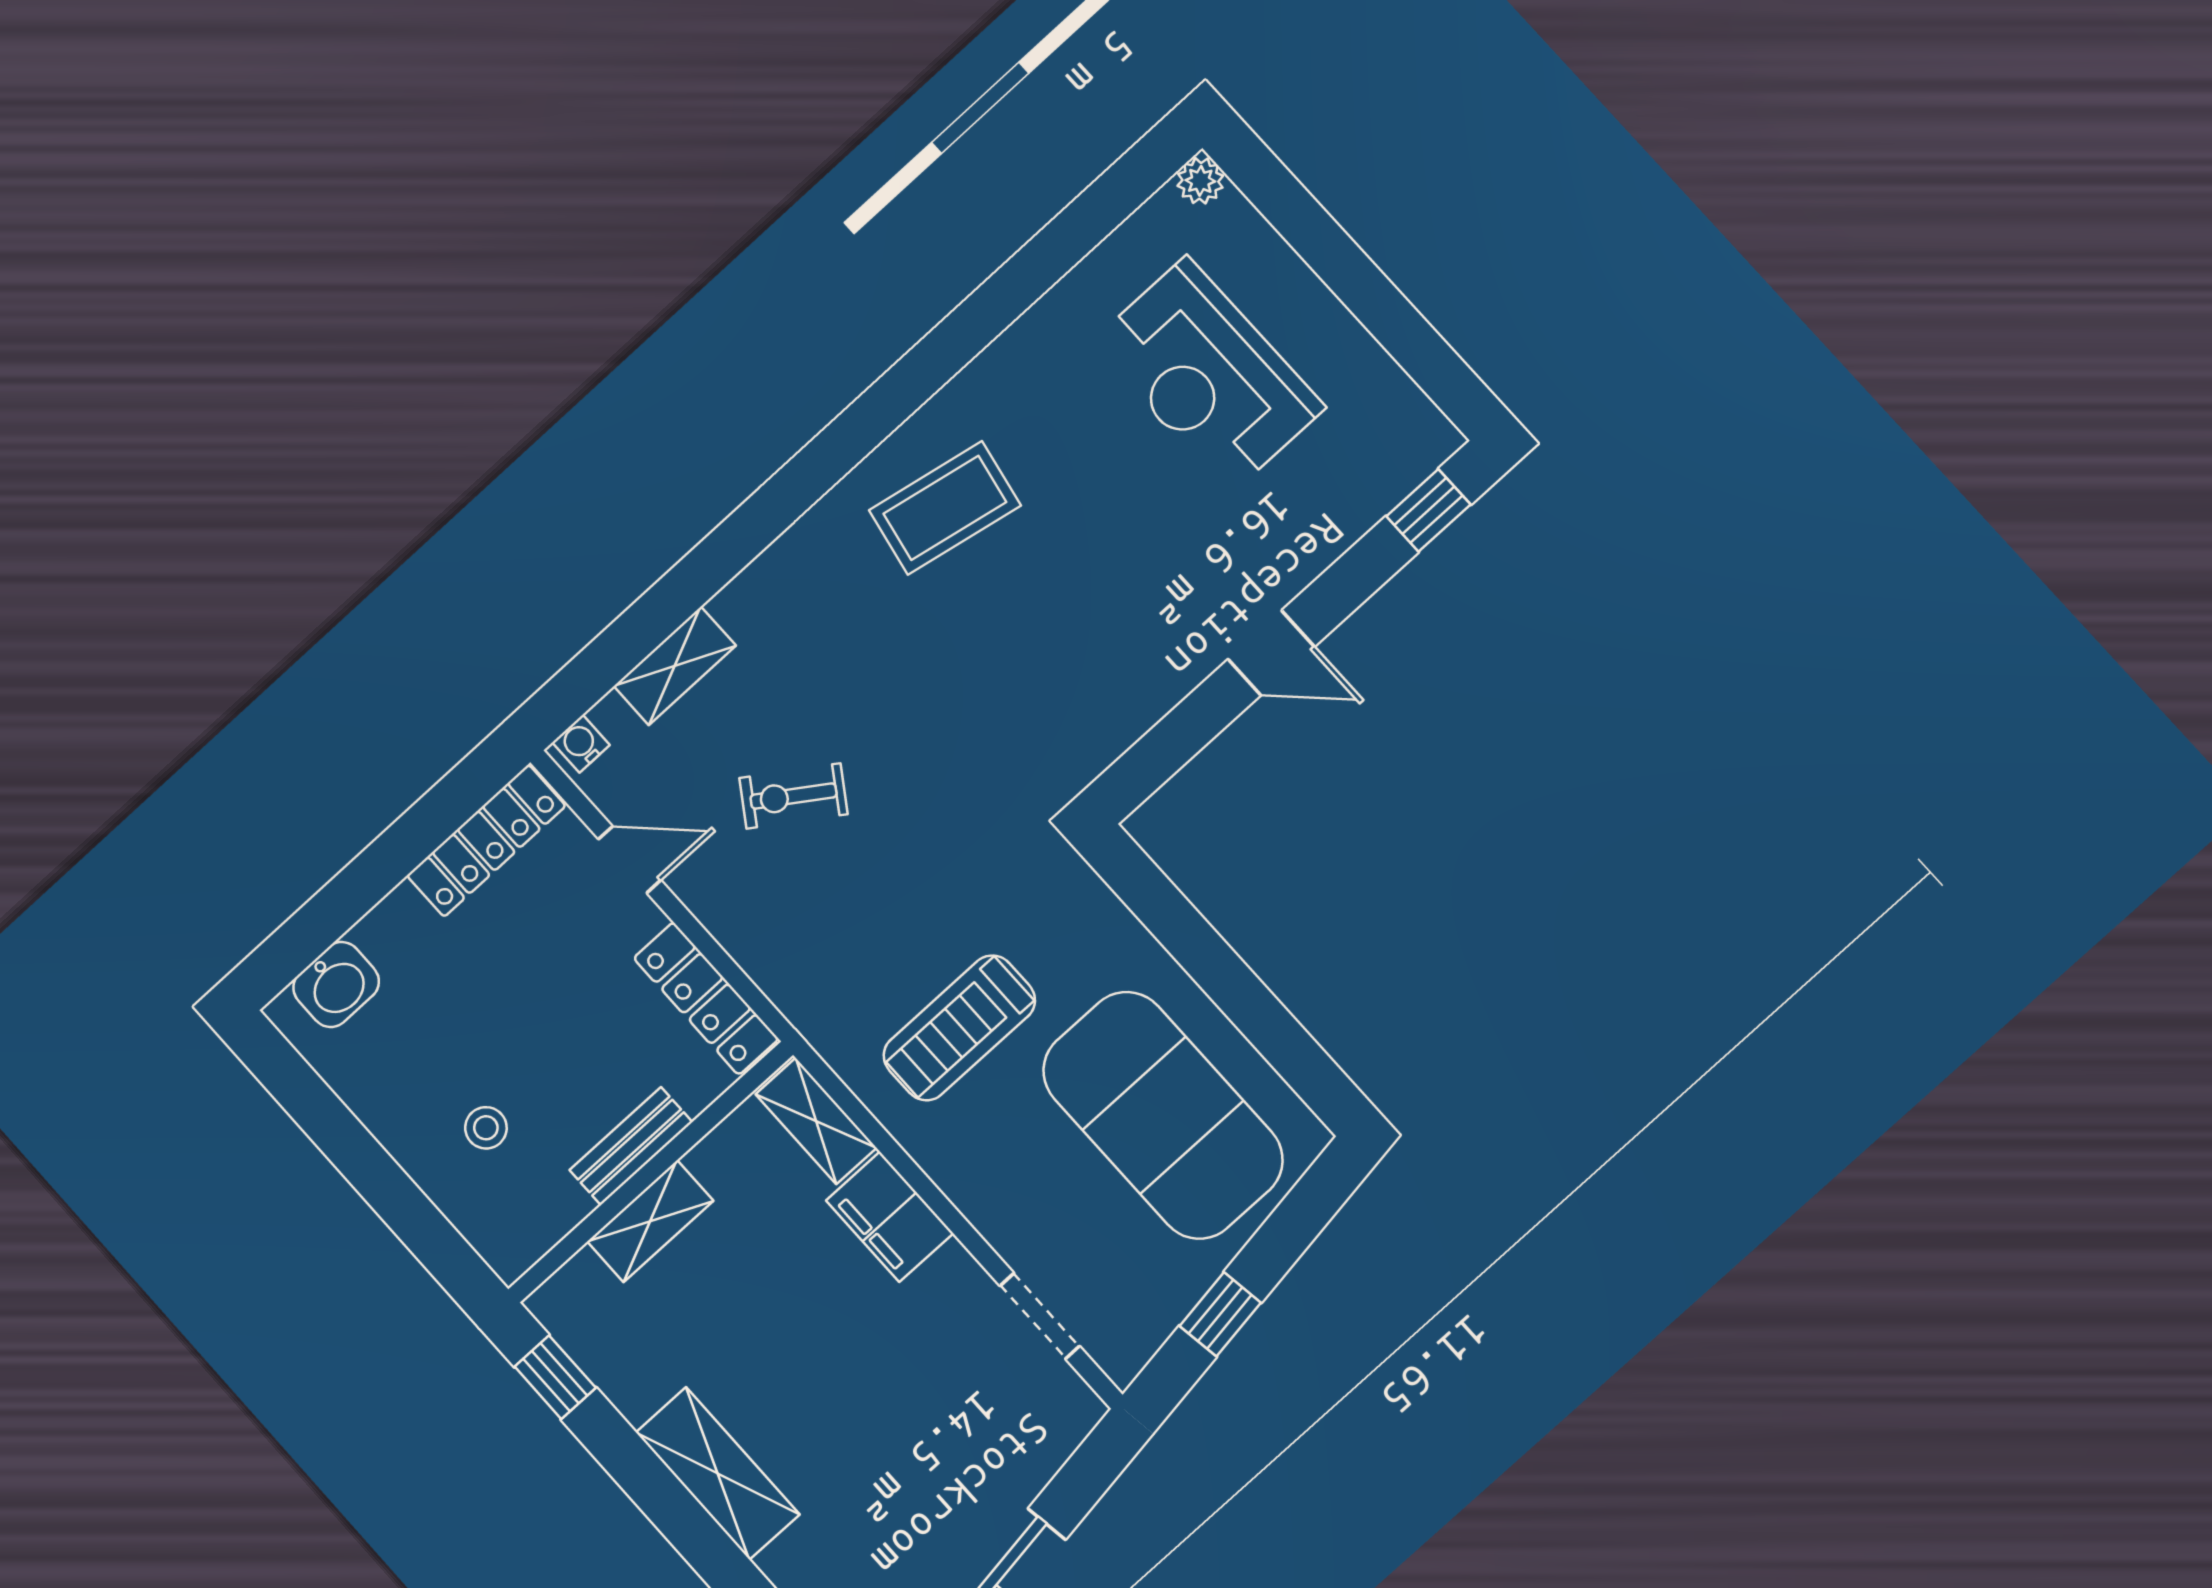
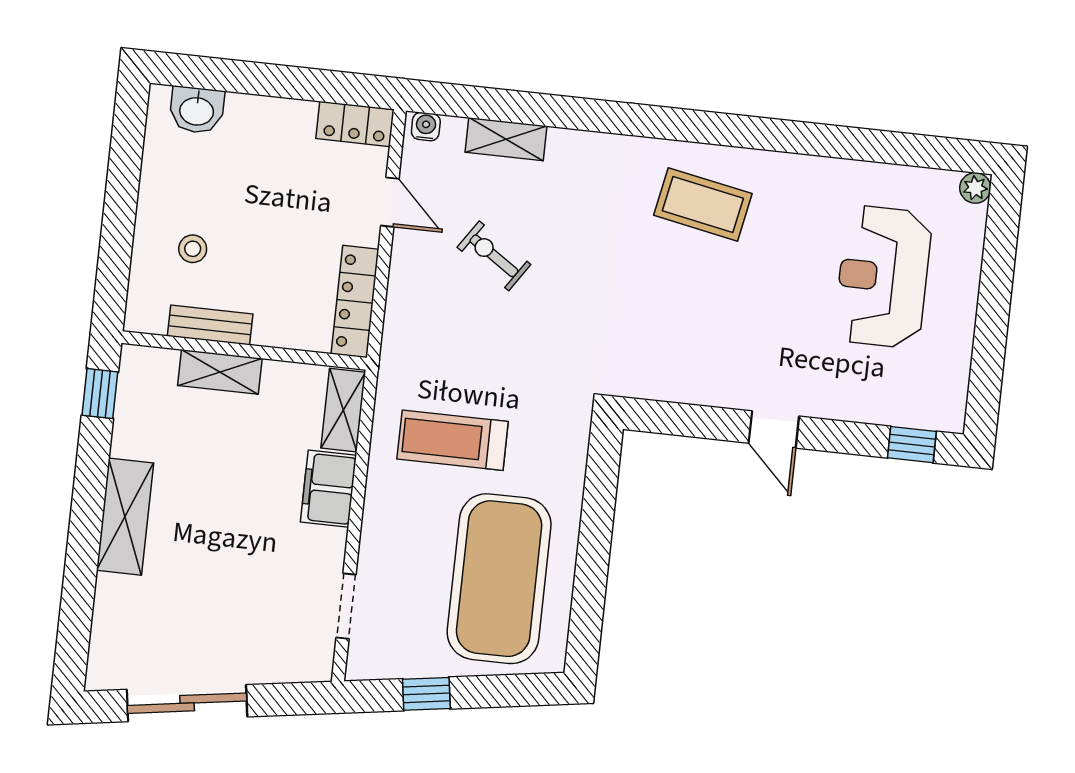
locker: (486, 841) -> (355, 124), width x0.66
bench: (631, 1146) -> (210, 325), moved

